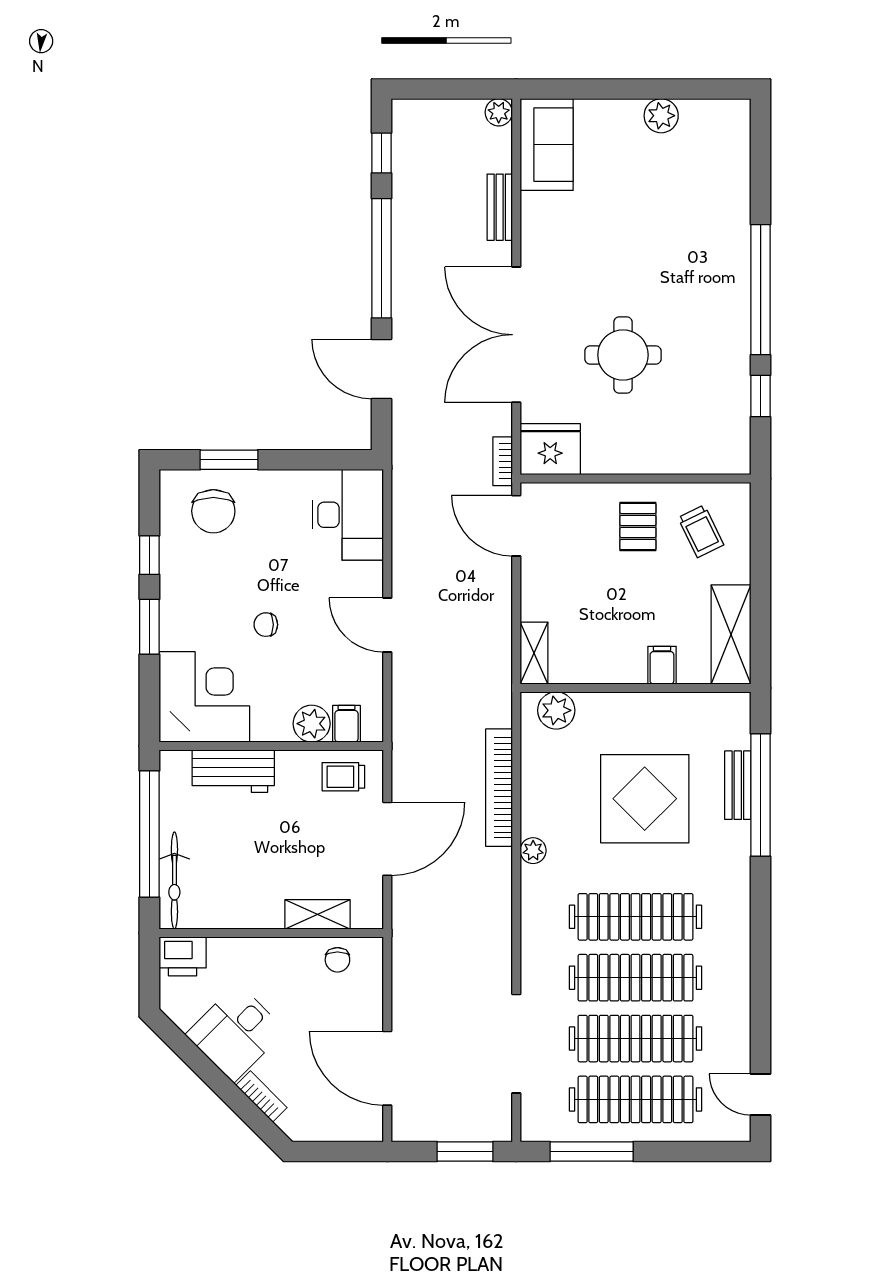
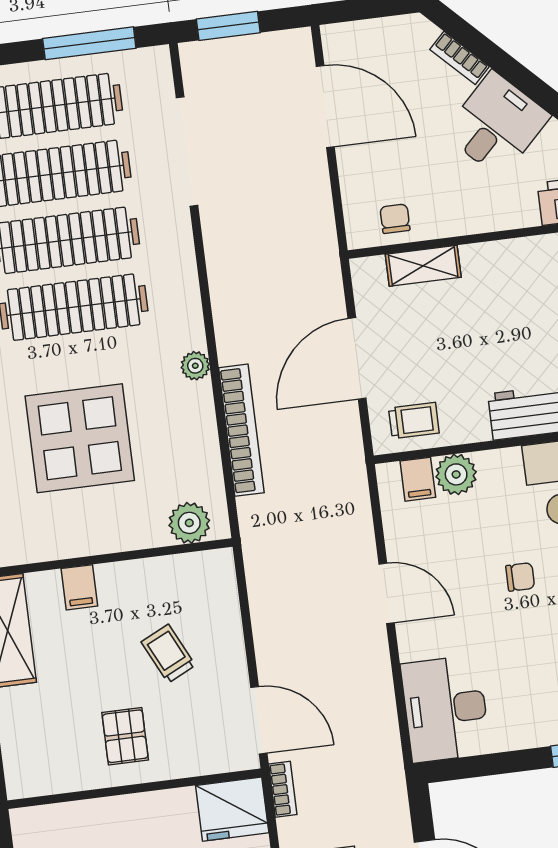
trolley: (701, 531) -> (168, 654), moved
shelving: (534, 653) -> (222, 583), removed

